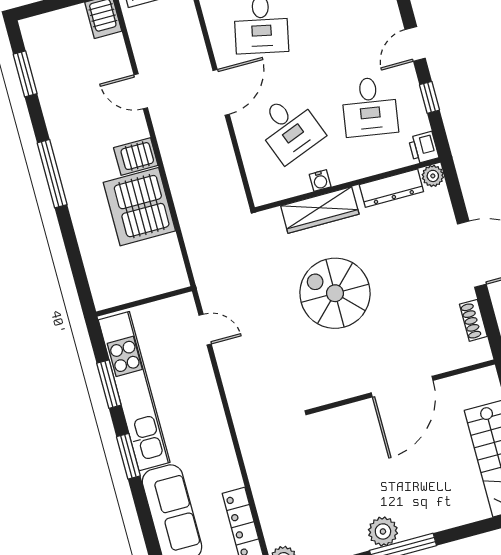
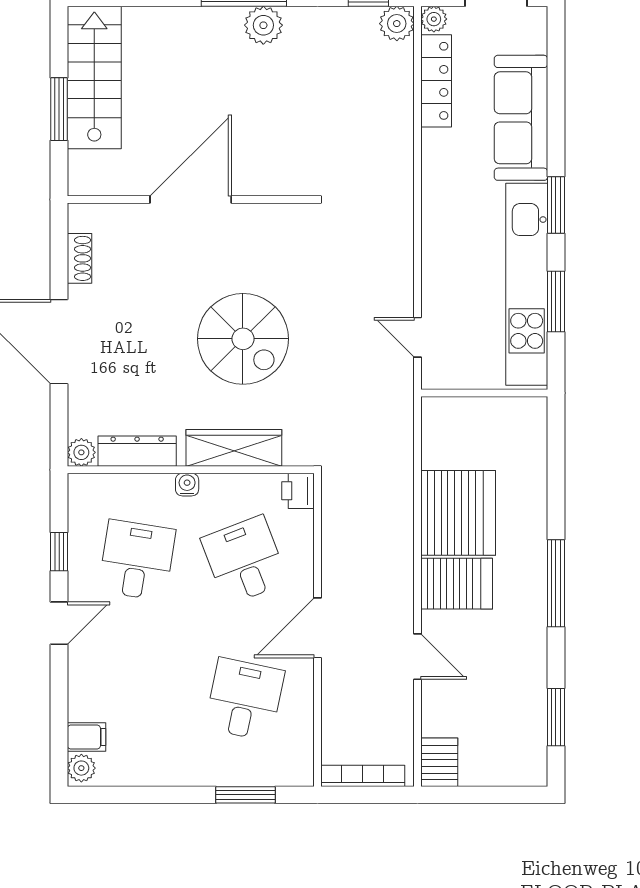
printer: (423, 148) -> (298, 491), moved, turned 180
server rack: (136, 156) -> (457, 584), width x1.36, depth x1.44
water cooler: (320, 181) -> (187, 485), moved

